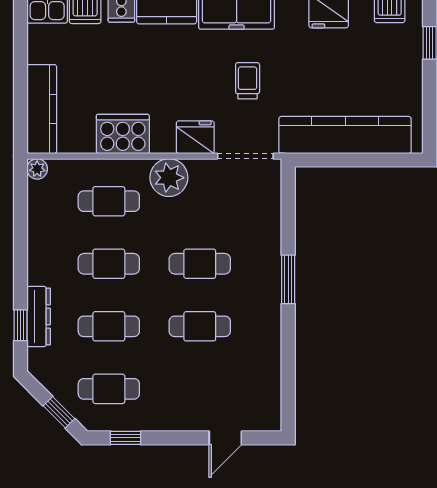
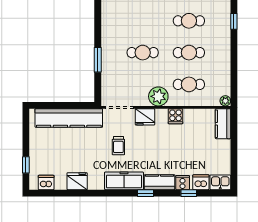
kitchen counter: (42, 109) -> (223, 124), width x0.67
cooker: (123, 134) -> (176, 116), width x0.53, depth x0.76
window: (288, 279) -> (98, 60), moved
dresser: (39, 317) -> (225, 26), removed
cafe table: (200, 326) -> (143, 21), removed

